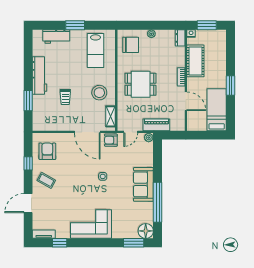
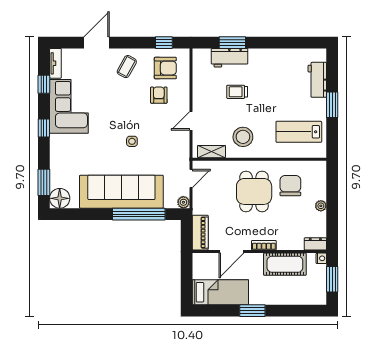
chair: (131, 45) -> (290, 186), moved, turned 180
workbench: (40, 76) -> (230, 58), moved, width x0.73
piano: (156, 125) -> (200, 233), moved
door: (87, 132) -> (191, 121), width x0.53
door: (131, 132) -> (191, 178), swing flipped
armchair: (111, 140) -> (159, 95), moved
window: (28, 163) -> (164, 43), moved
sofa: (143, 184) -> (121, 192), width x1.85, depth x1.27
window: (158, 202) -> (139, 214), moved
door: (28, 203) -> (97, 43), hinge flipped
corner sofa: (91, 224) -> (69, 106), moved
window: (93, 243) -> (44, 128), added

